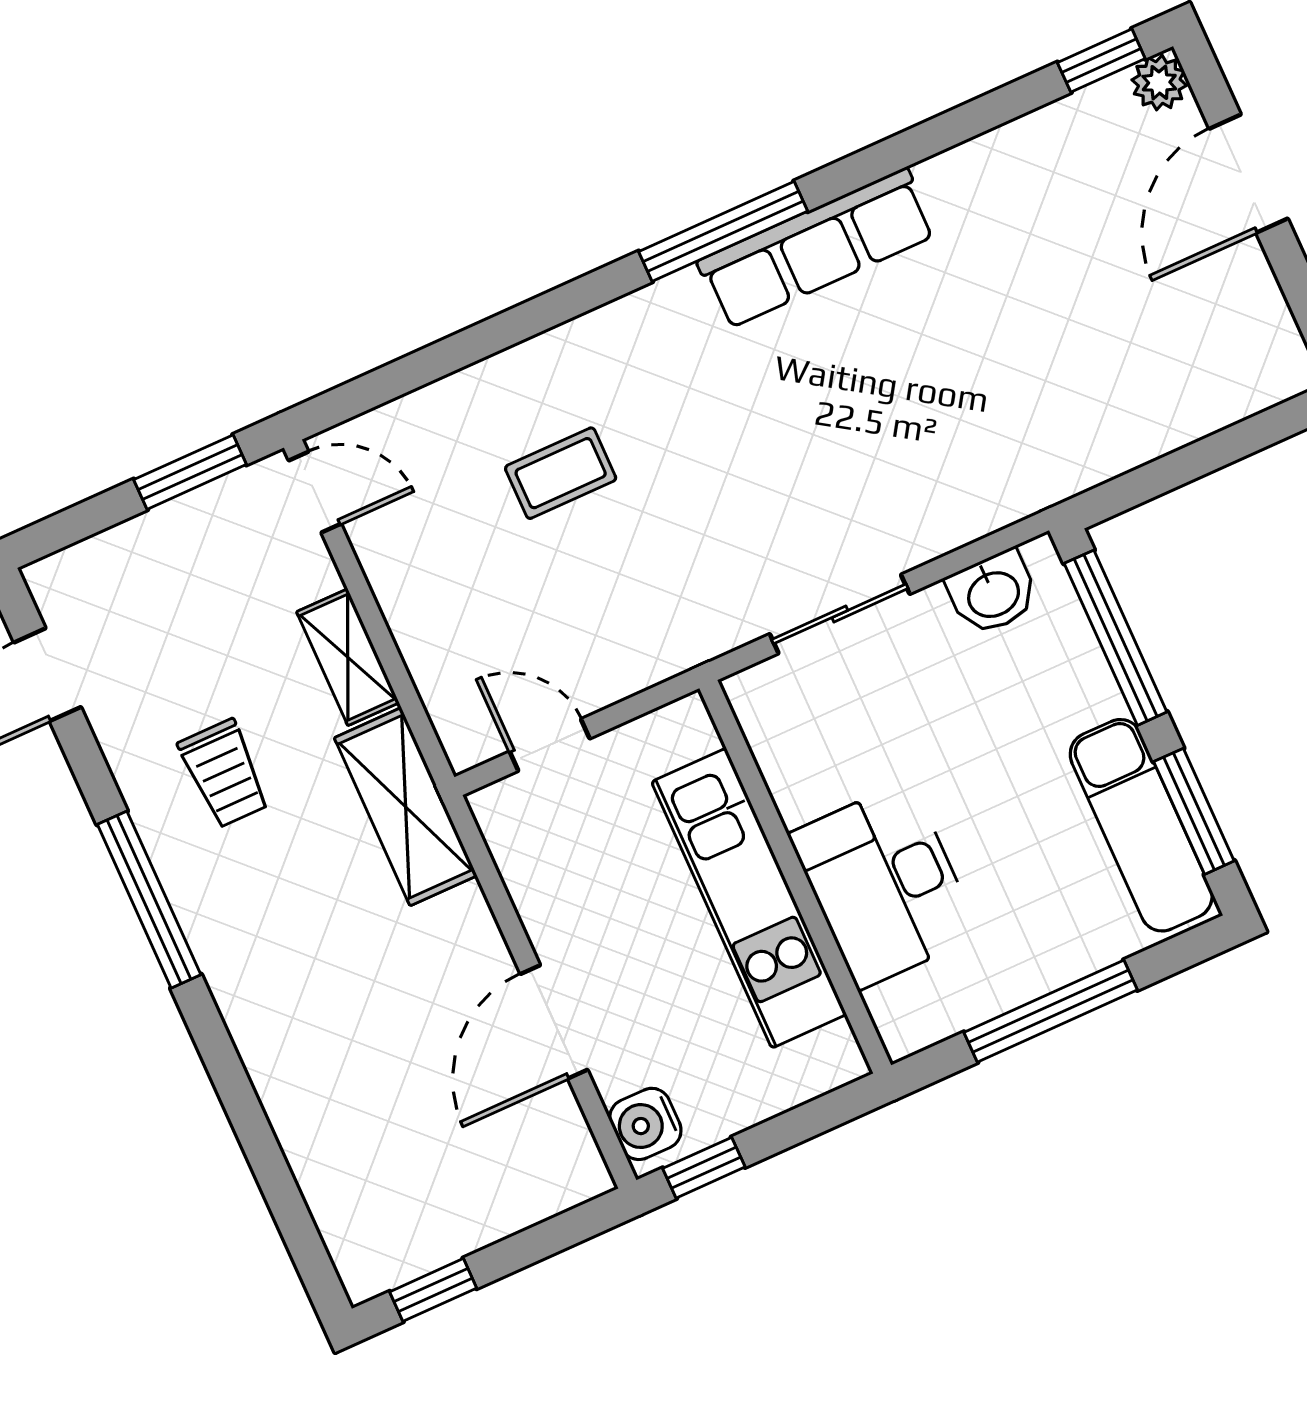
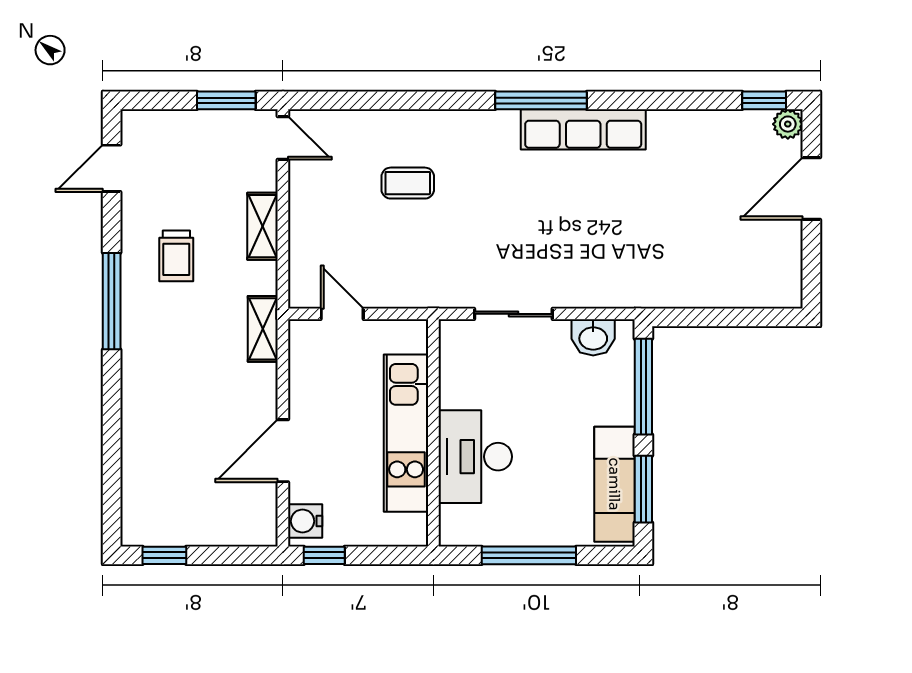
shelving: (406, 807) -> (263, 329), width x0.67, depth x0.75

